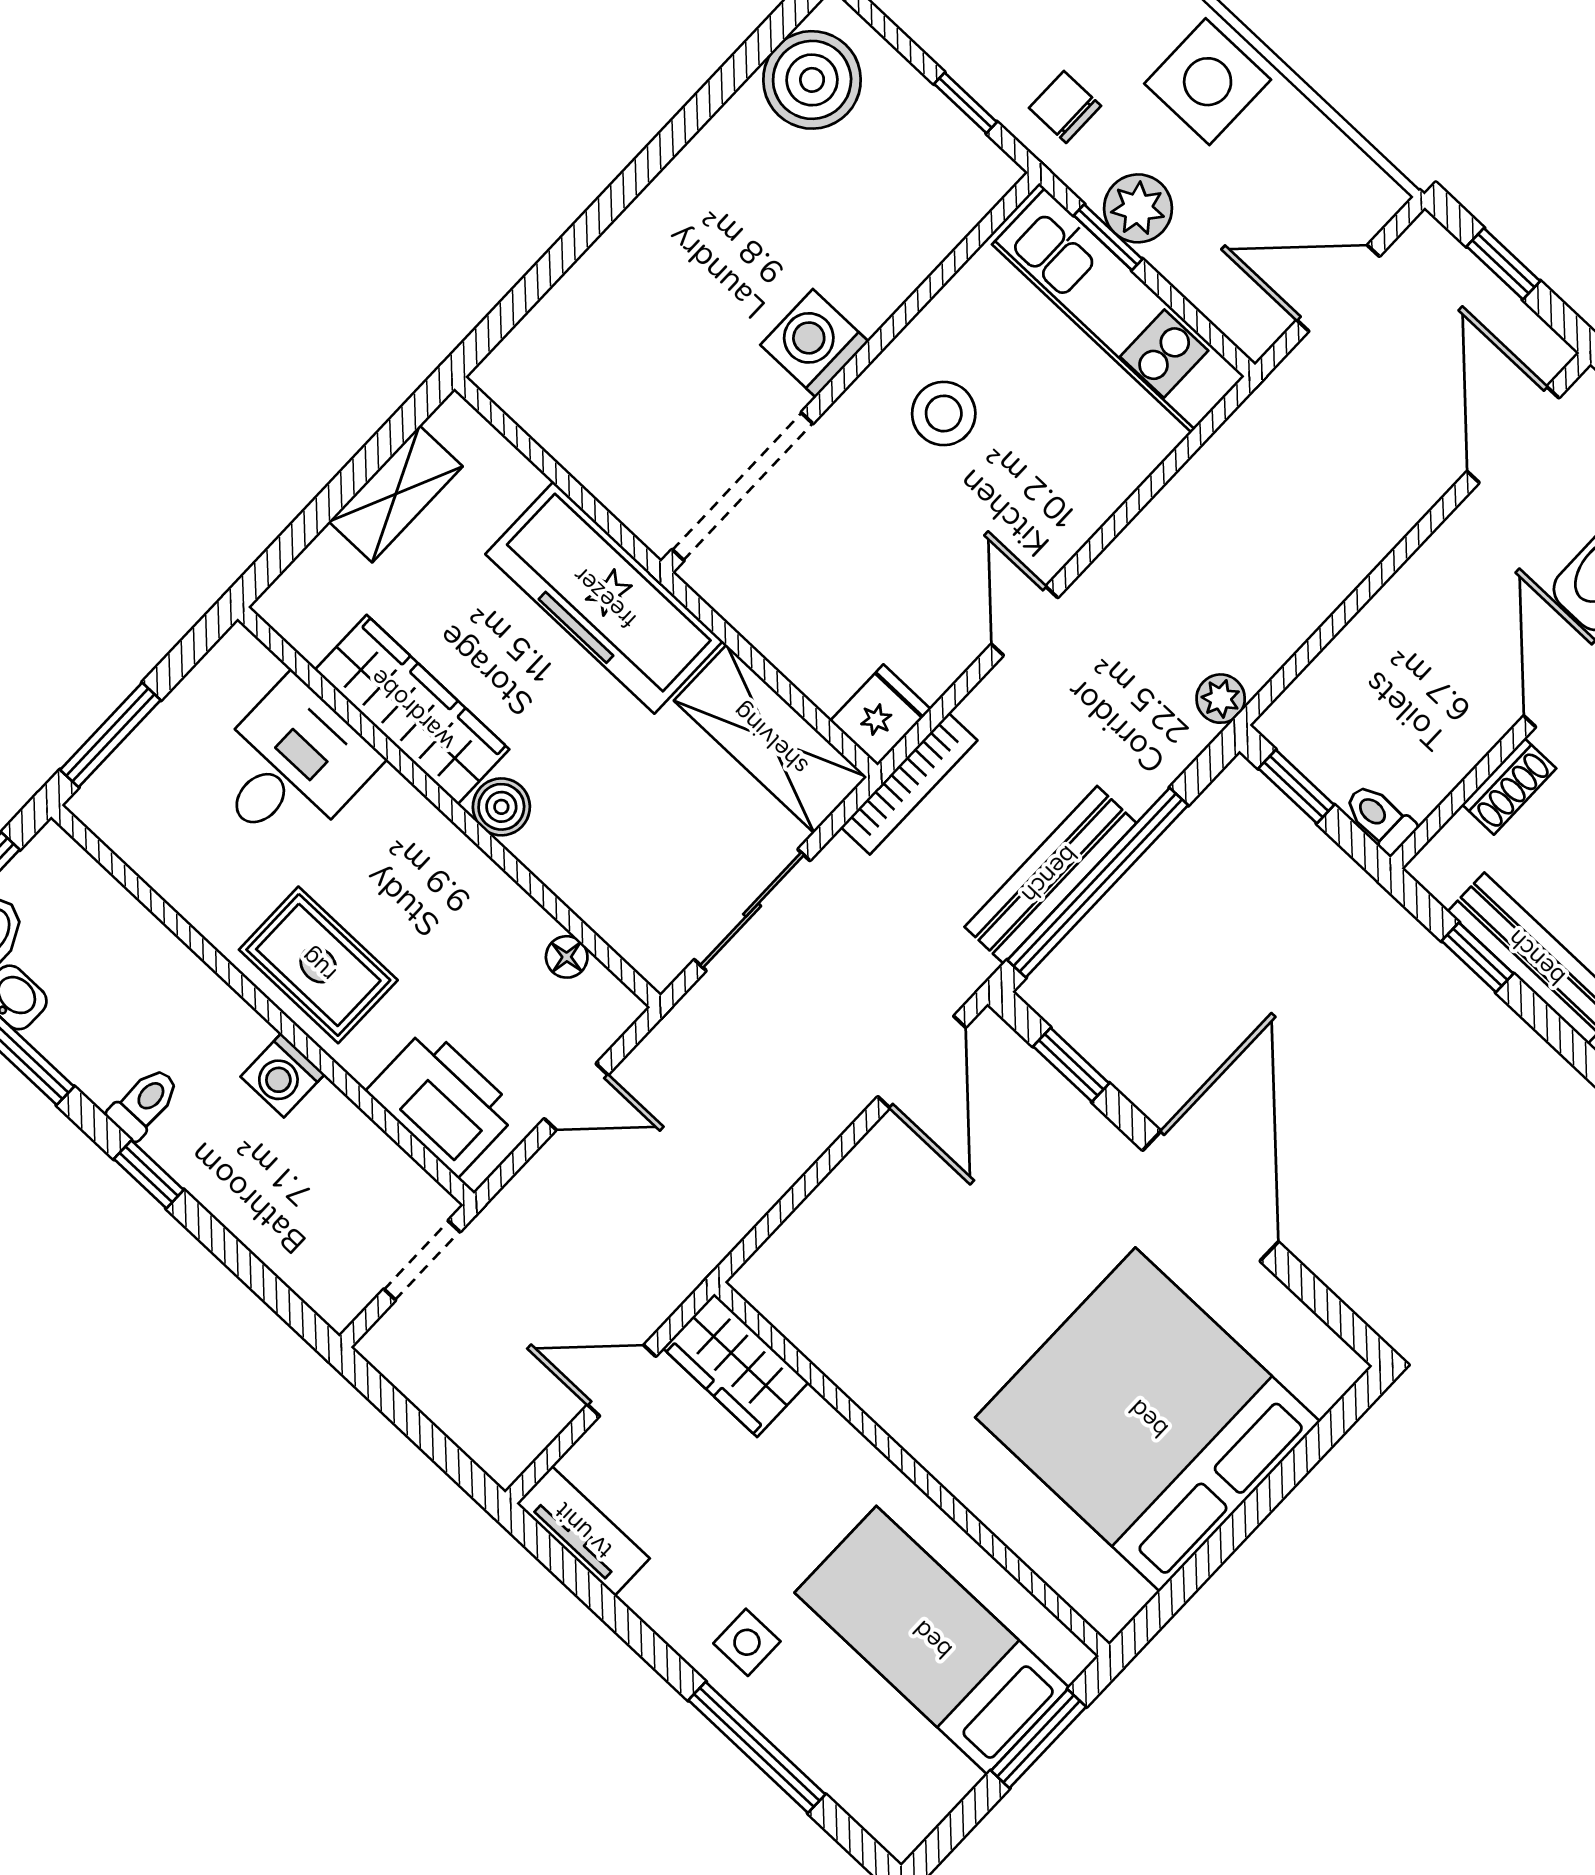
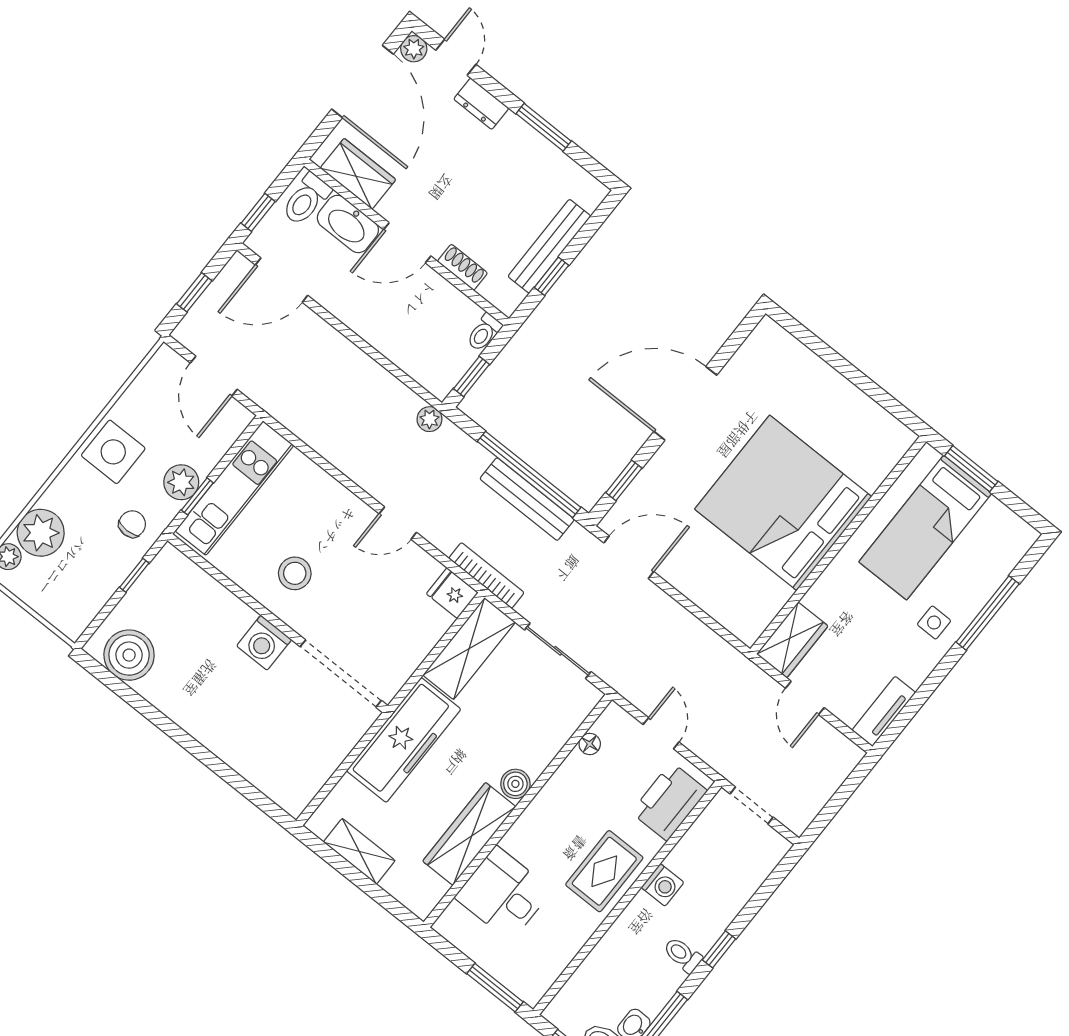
chair: (1065, 107) -> (132, 524), turned 180
bed: (1148, 1419) -> (783, 503), moved, turned 90

